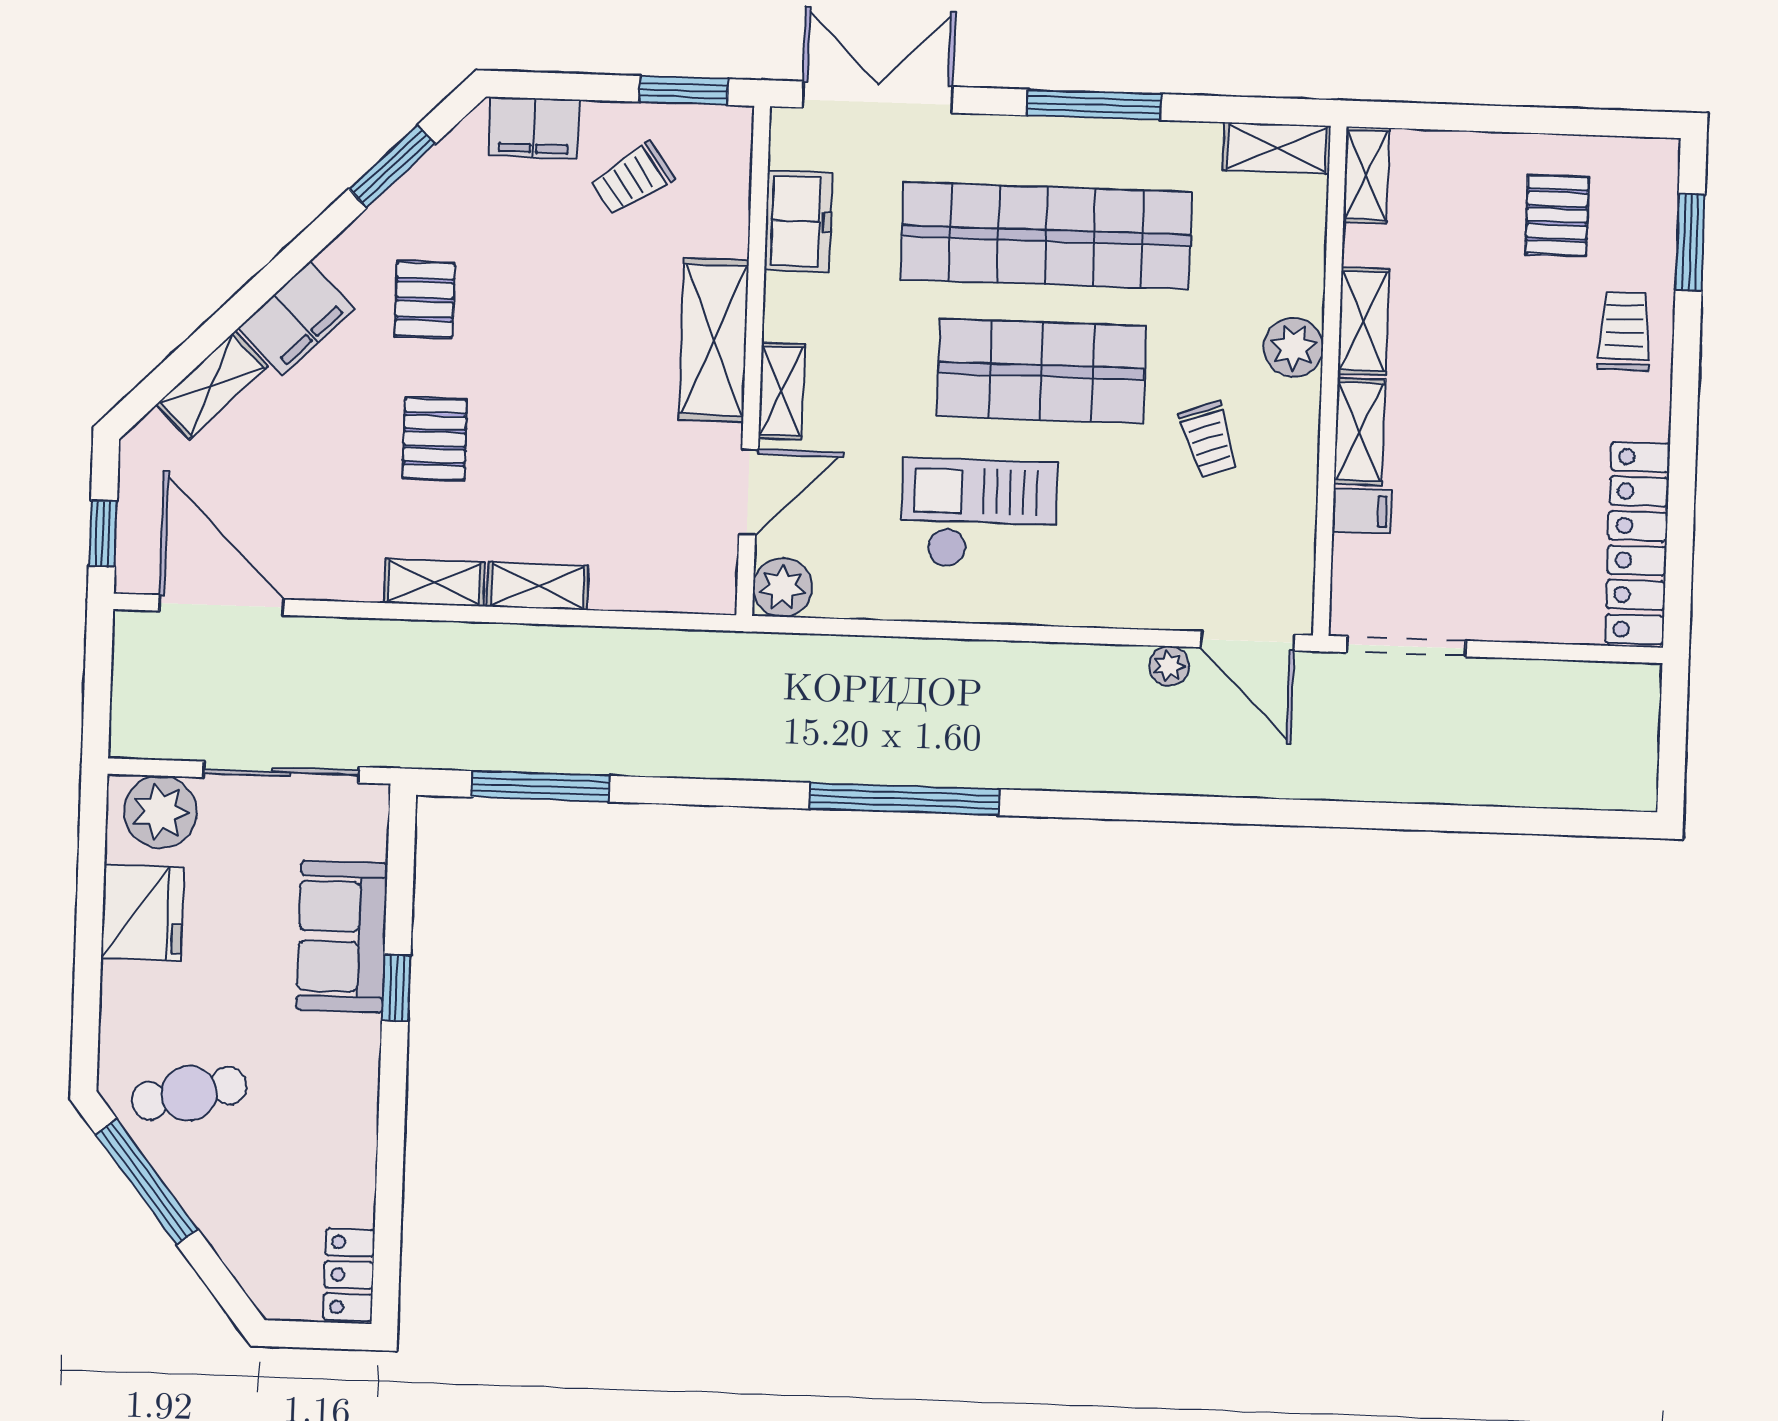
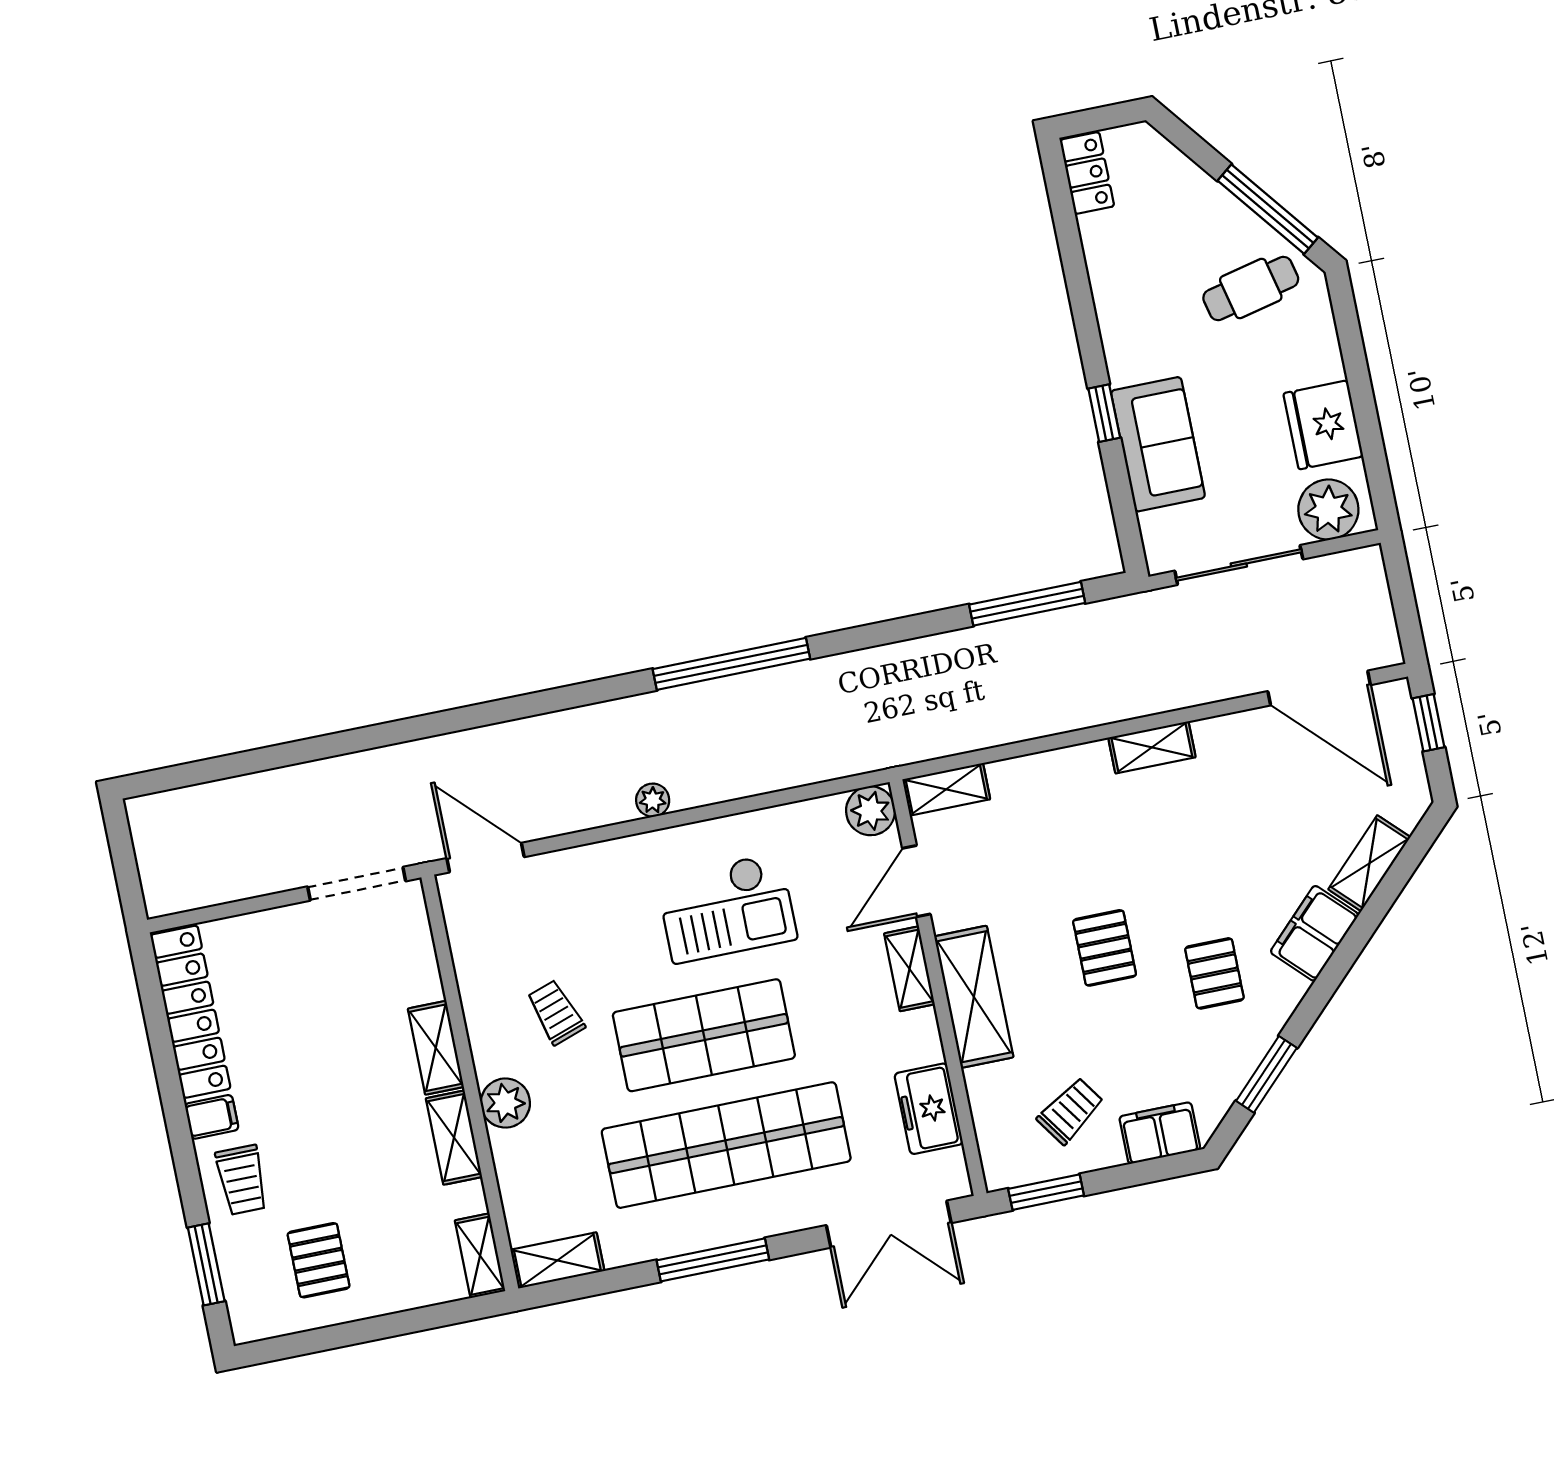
pallet: (435, 439) -> (1105, 948), moved
filing cabinet: (1362, 511) -> (212, 1117), moved, turned 180
shelving: (538, 586) -> (946, 789), moved
plant: (1169, 666) -> (653, 800), moved

